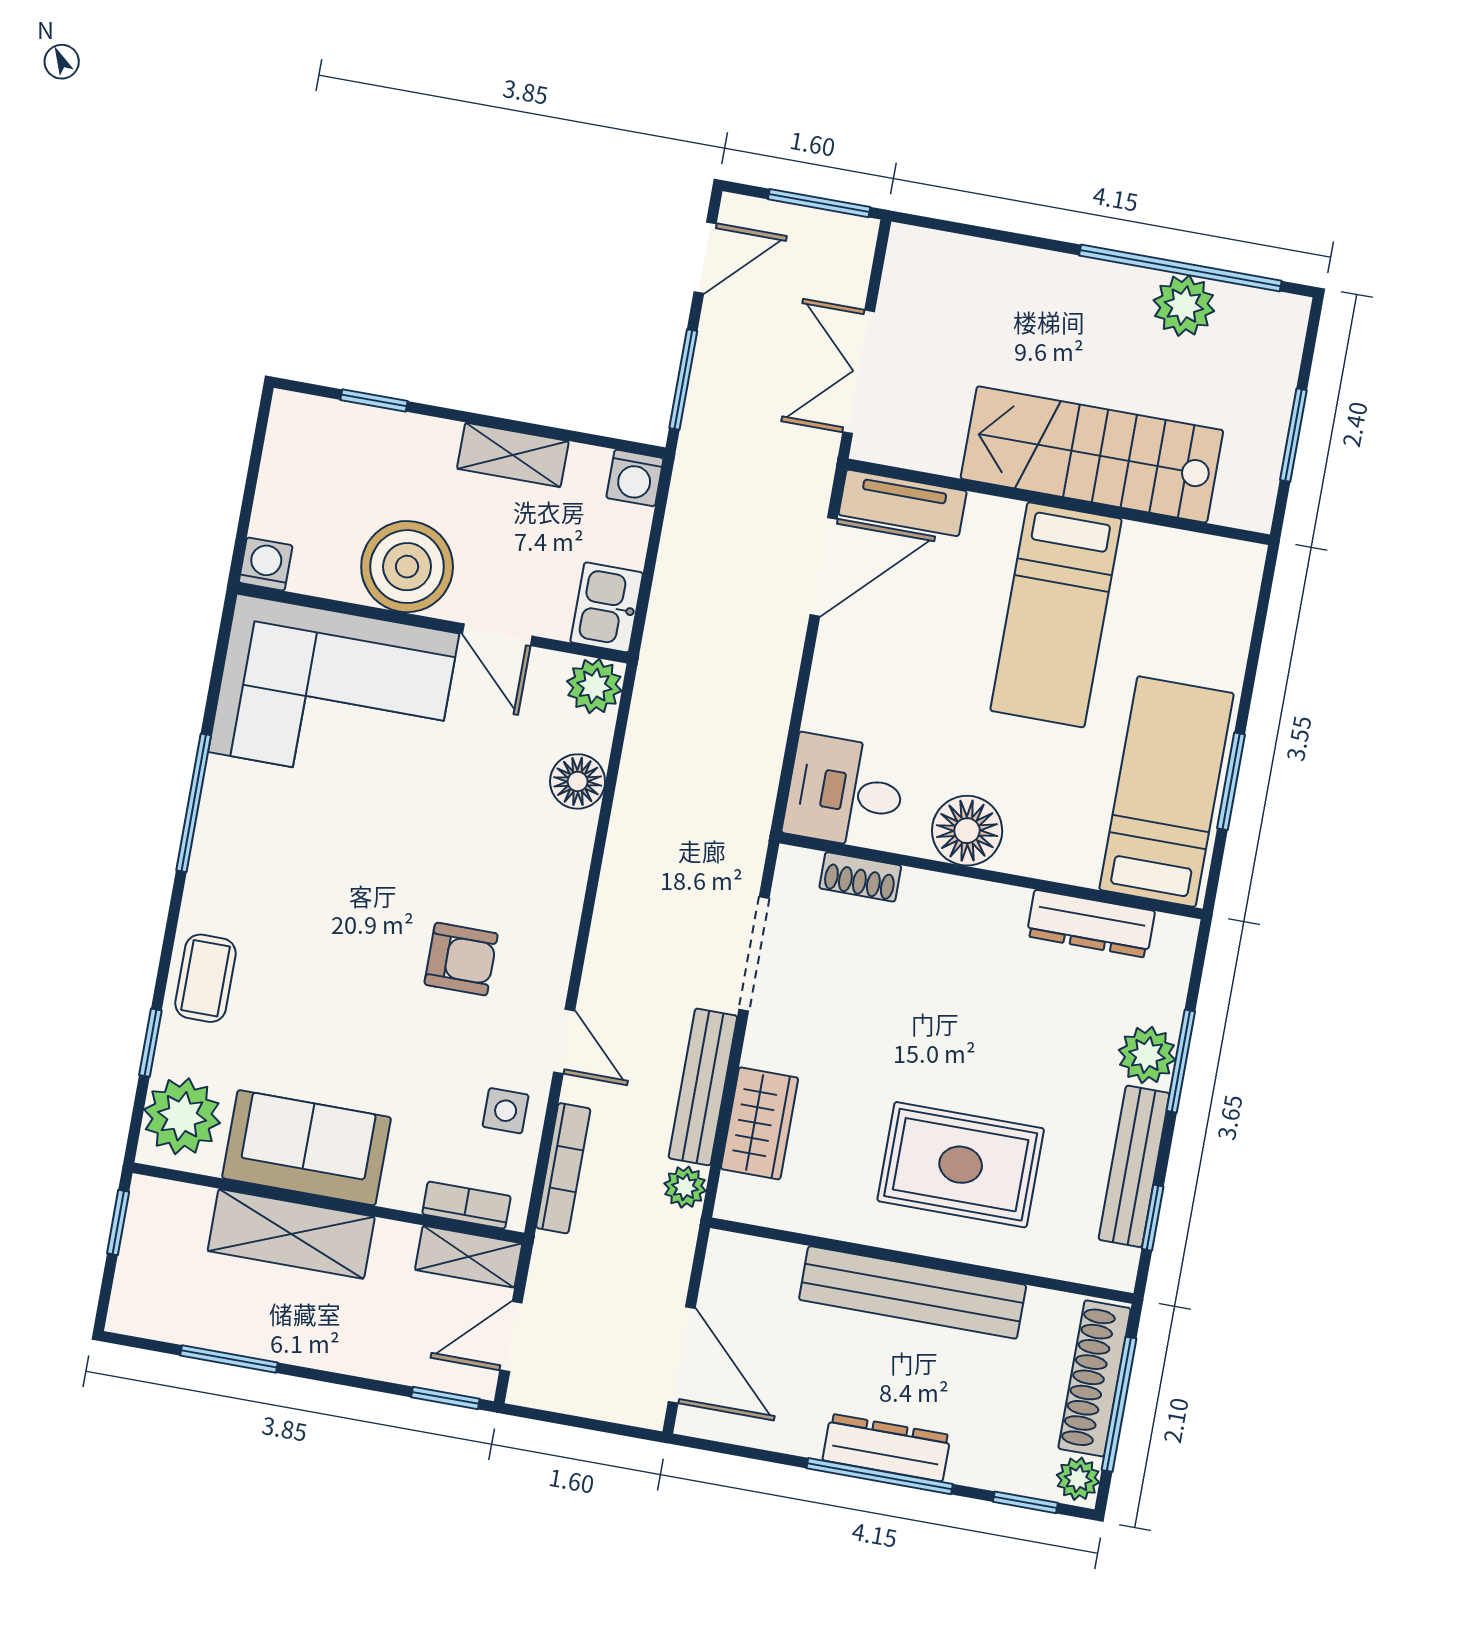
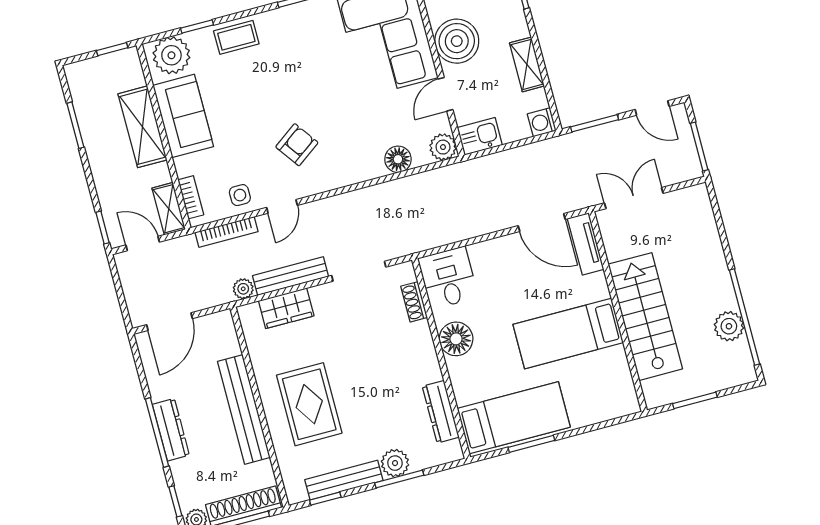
armchair: (461, 959) -> (297, 145), turned -126

